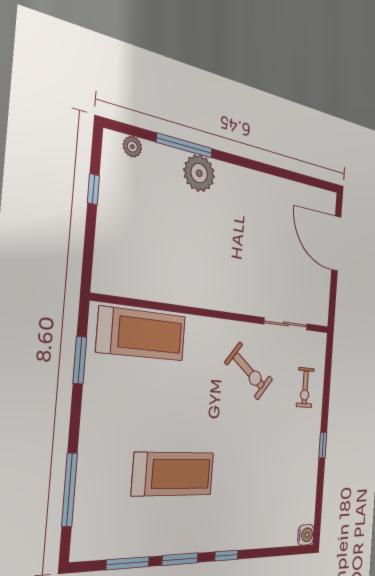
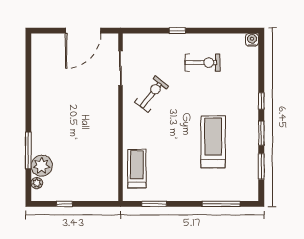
plant: (199, 173) -> (42, 166), moved
door: (336, 243) -> (83, 31), moved
treadmill: (142, 334) -> (137, 169), width x0.73, depth x0.73
exercise bike: (305, 388) -> (203, 63), moved, width x1.38, depth x1.39
window: (323, 445) -> (177, 31), moved

